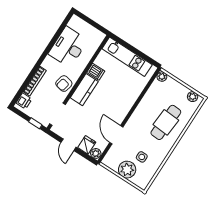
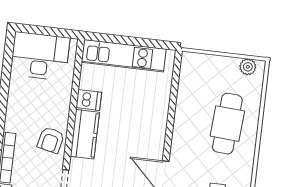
desk: (68, 47) -> (40, 56), moved, turned 90
plant: (162, 77) -> (189, 60), removed

